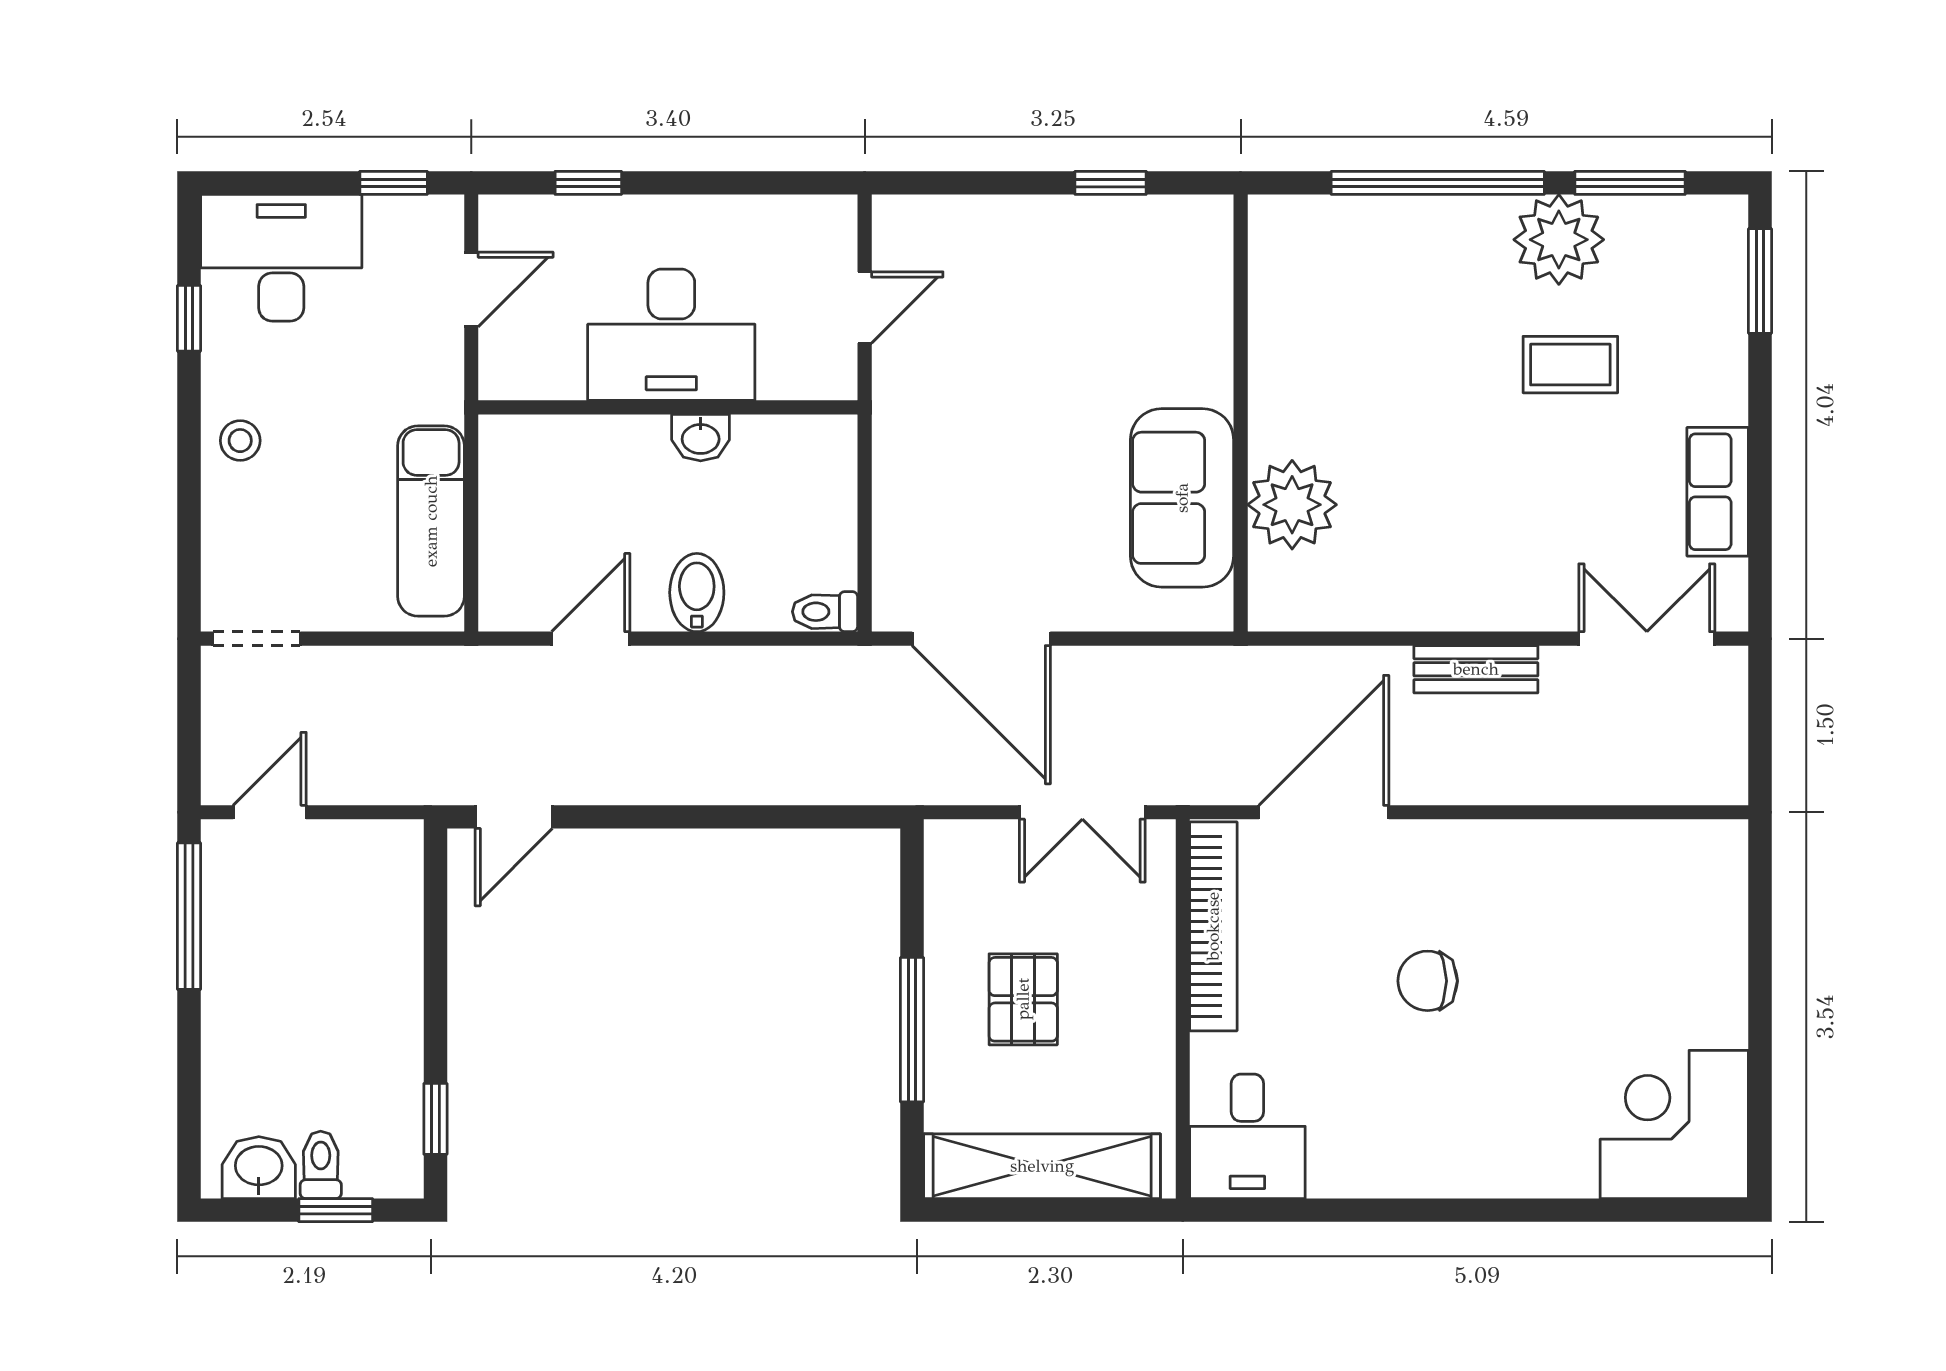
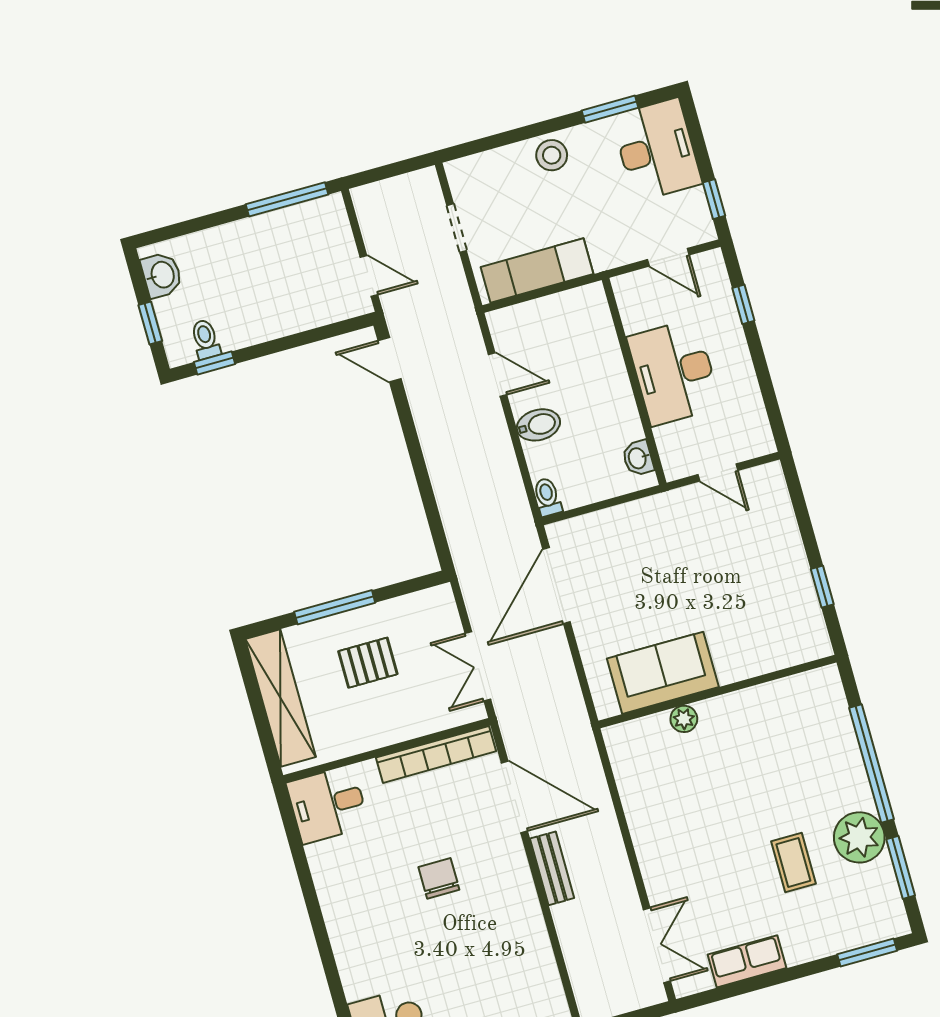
window: (189, 318) -> (610, 109), width x1.50
washbasin: (701, 438) -> (638, 458), moved
stool: (240, 441) -> (552, 155), width x1.37, depth x1.37
plant: (1292, 505) -> (684, 719), width x0.53, depth x0.53
doorway: (257, 639) -> (457, 228), moved
bench: (1476, 669) -> (552, 868), moved
door: (270, 812) -> (369, 276), moved
toilet: (321, 1165) -> (206, 339), moved, turned -90

